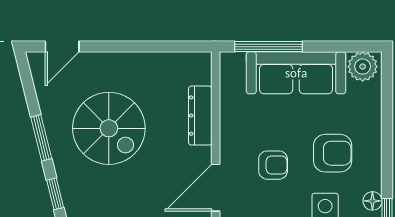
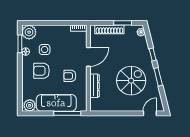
spiral stairs: (109, 128) -> (131, 81), turned 90
armchair: (273, 165) -> (70, 76), moved

